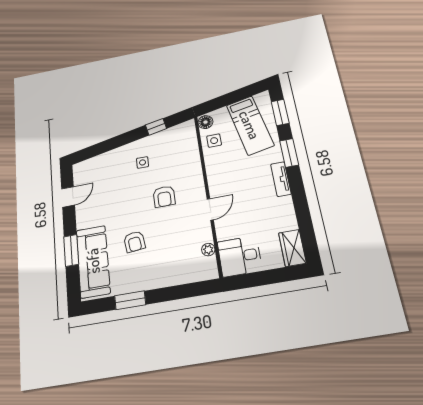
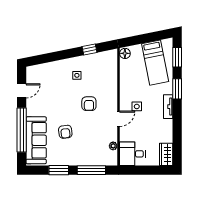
side table: (214, 141) -> (137, 106), moved
window: (71, 250) -> (22, 130), width x2.11
window: (180, 292) -> (91, 170), added

